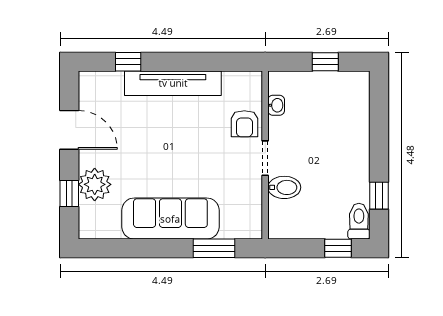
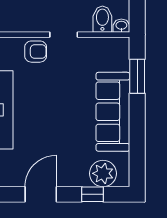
washbasin: (276, 105) -> (121, 26), moved
plant: (95, 184) -> (103, 173), moved
bidet: (284, 187) -> (102, 19), moved

